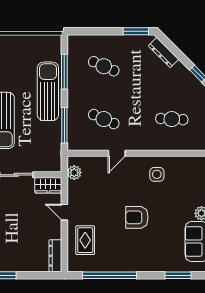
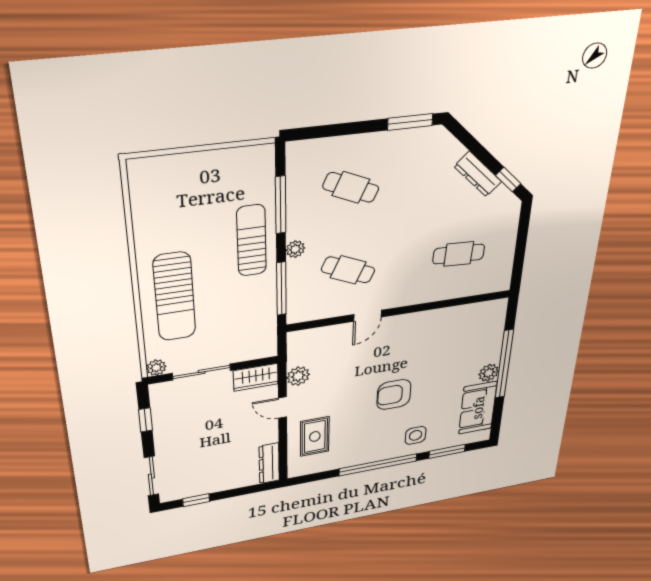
dresser: (164, 53) -> (478, 174), moved
sun lounger: (48, 91) -> (252, 241), width x0.73, depth x0.75
plant: (73, 100) -> (295, 249), added
plant: (74, 173) -> (298, 376), moved
side table: (157, 174) -> (416, 435), moved
window: (109, 275) -> (378, 465), moved

